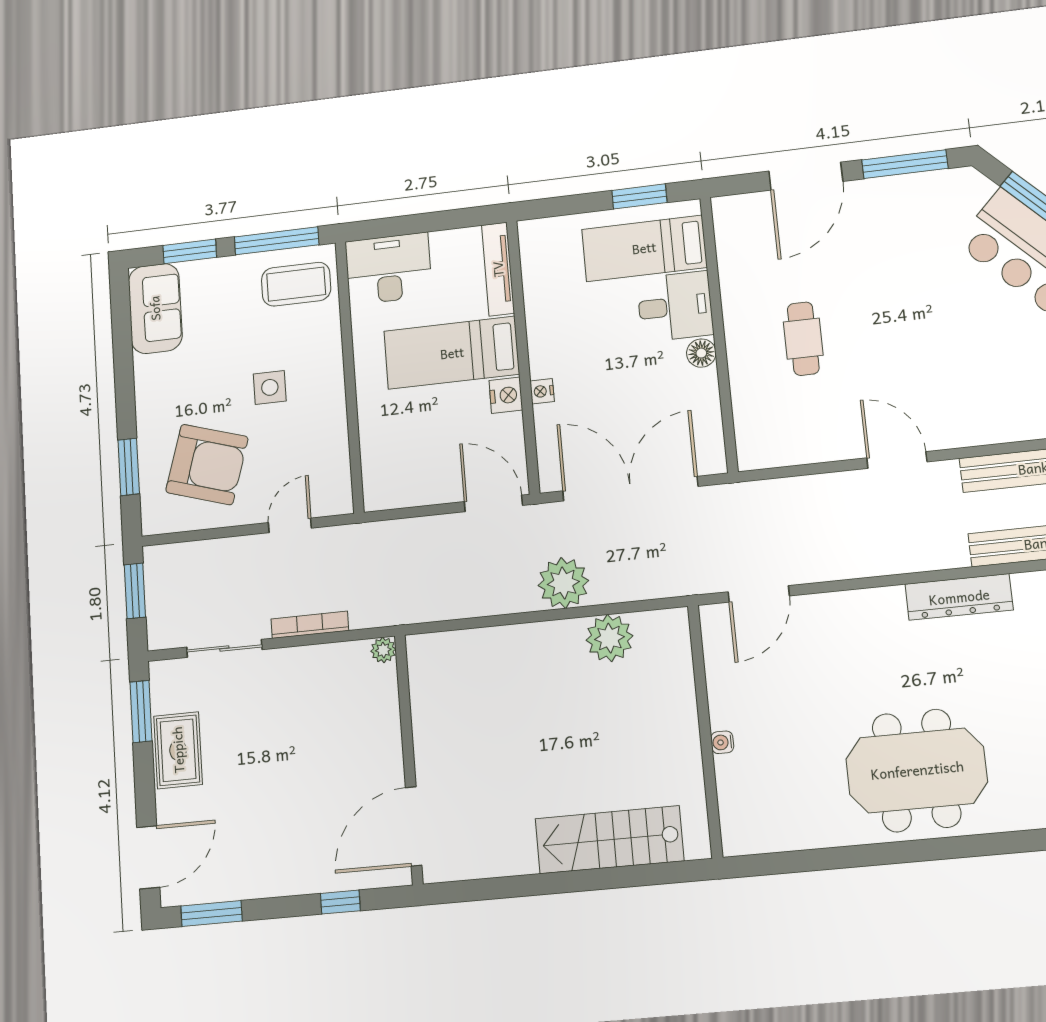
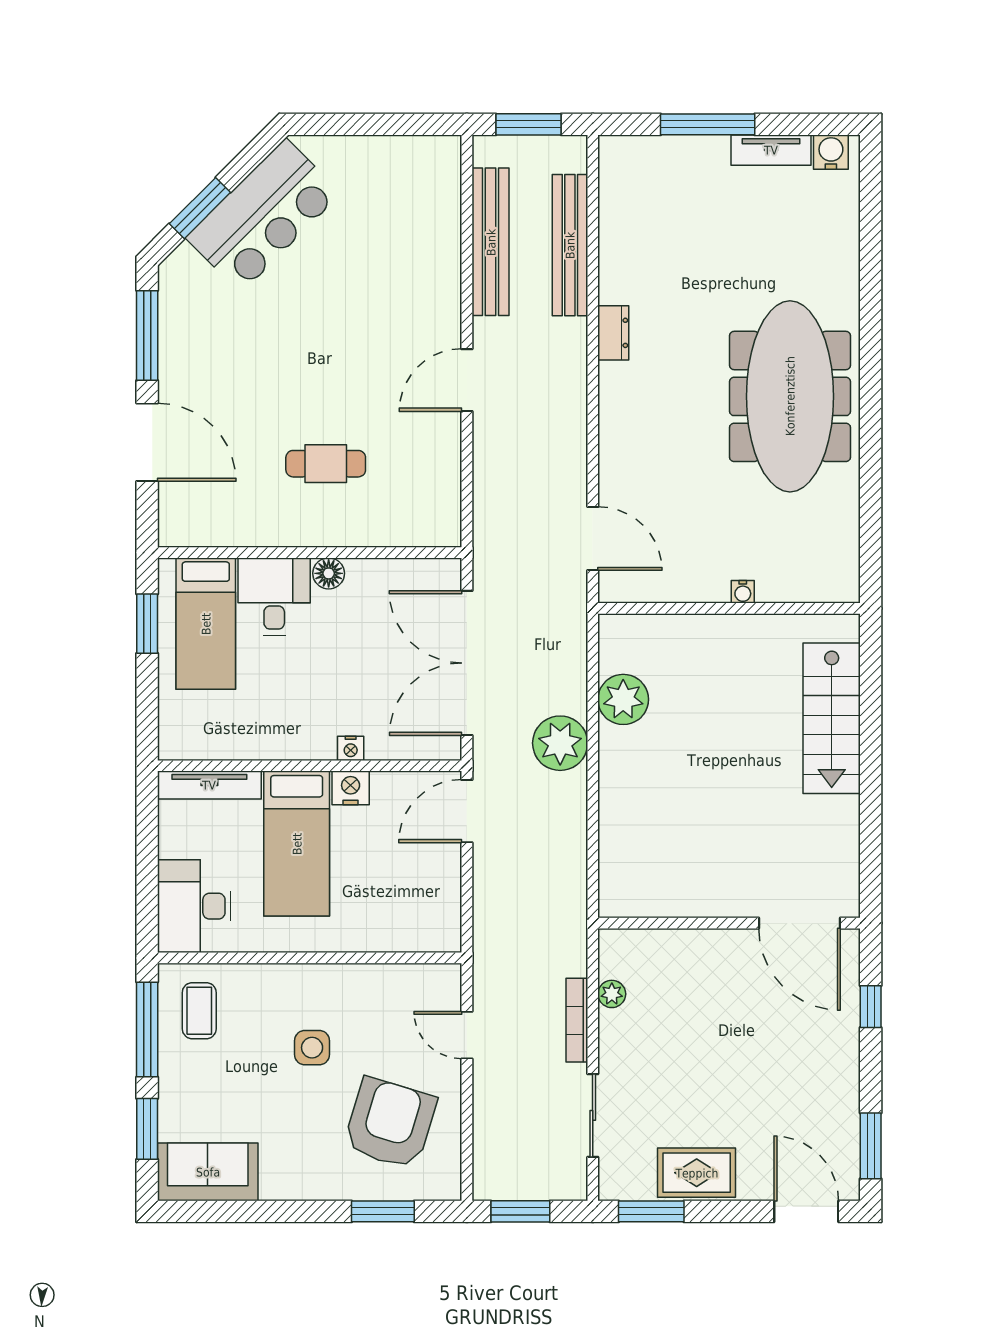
coffee table: (296, 284) -> (199, 1011), width x0.73, depth x0.77
dresser: (959, 597) -> (613, 333), width x0.51, depth x0.80
plant: (383, 650) -> (612, 994), moved
meeting table: (917, 770) -> (790, 396), width x1.36

